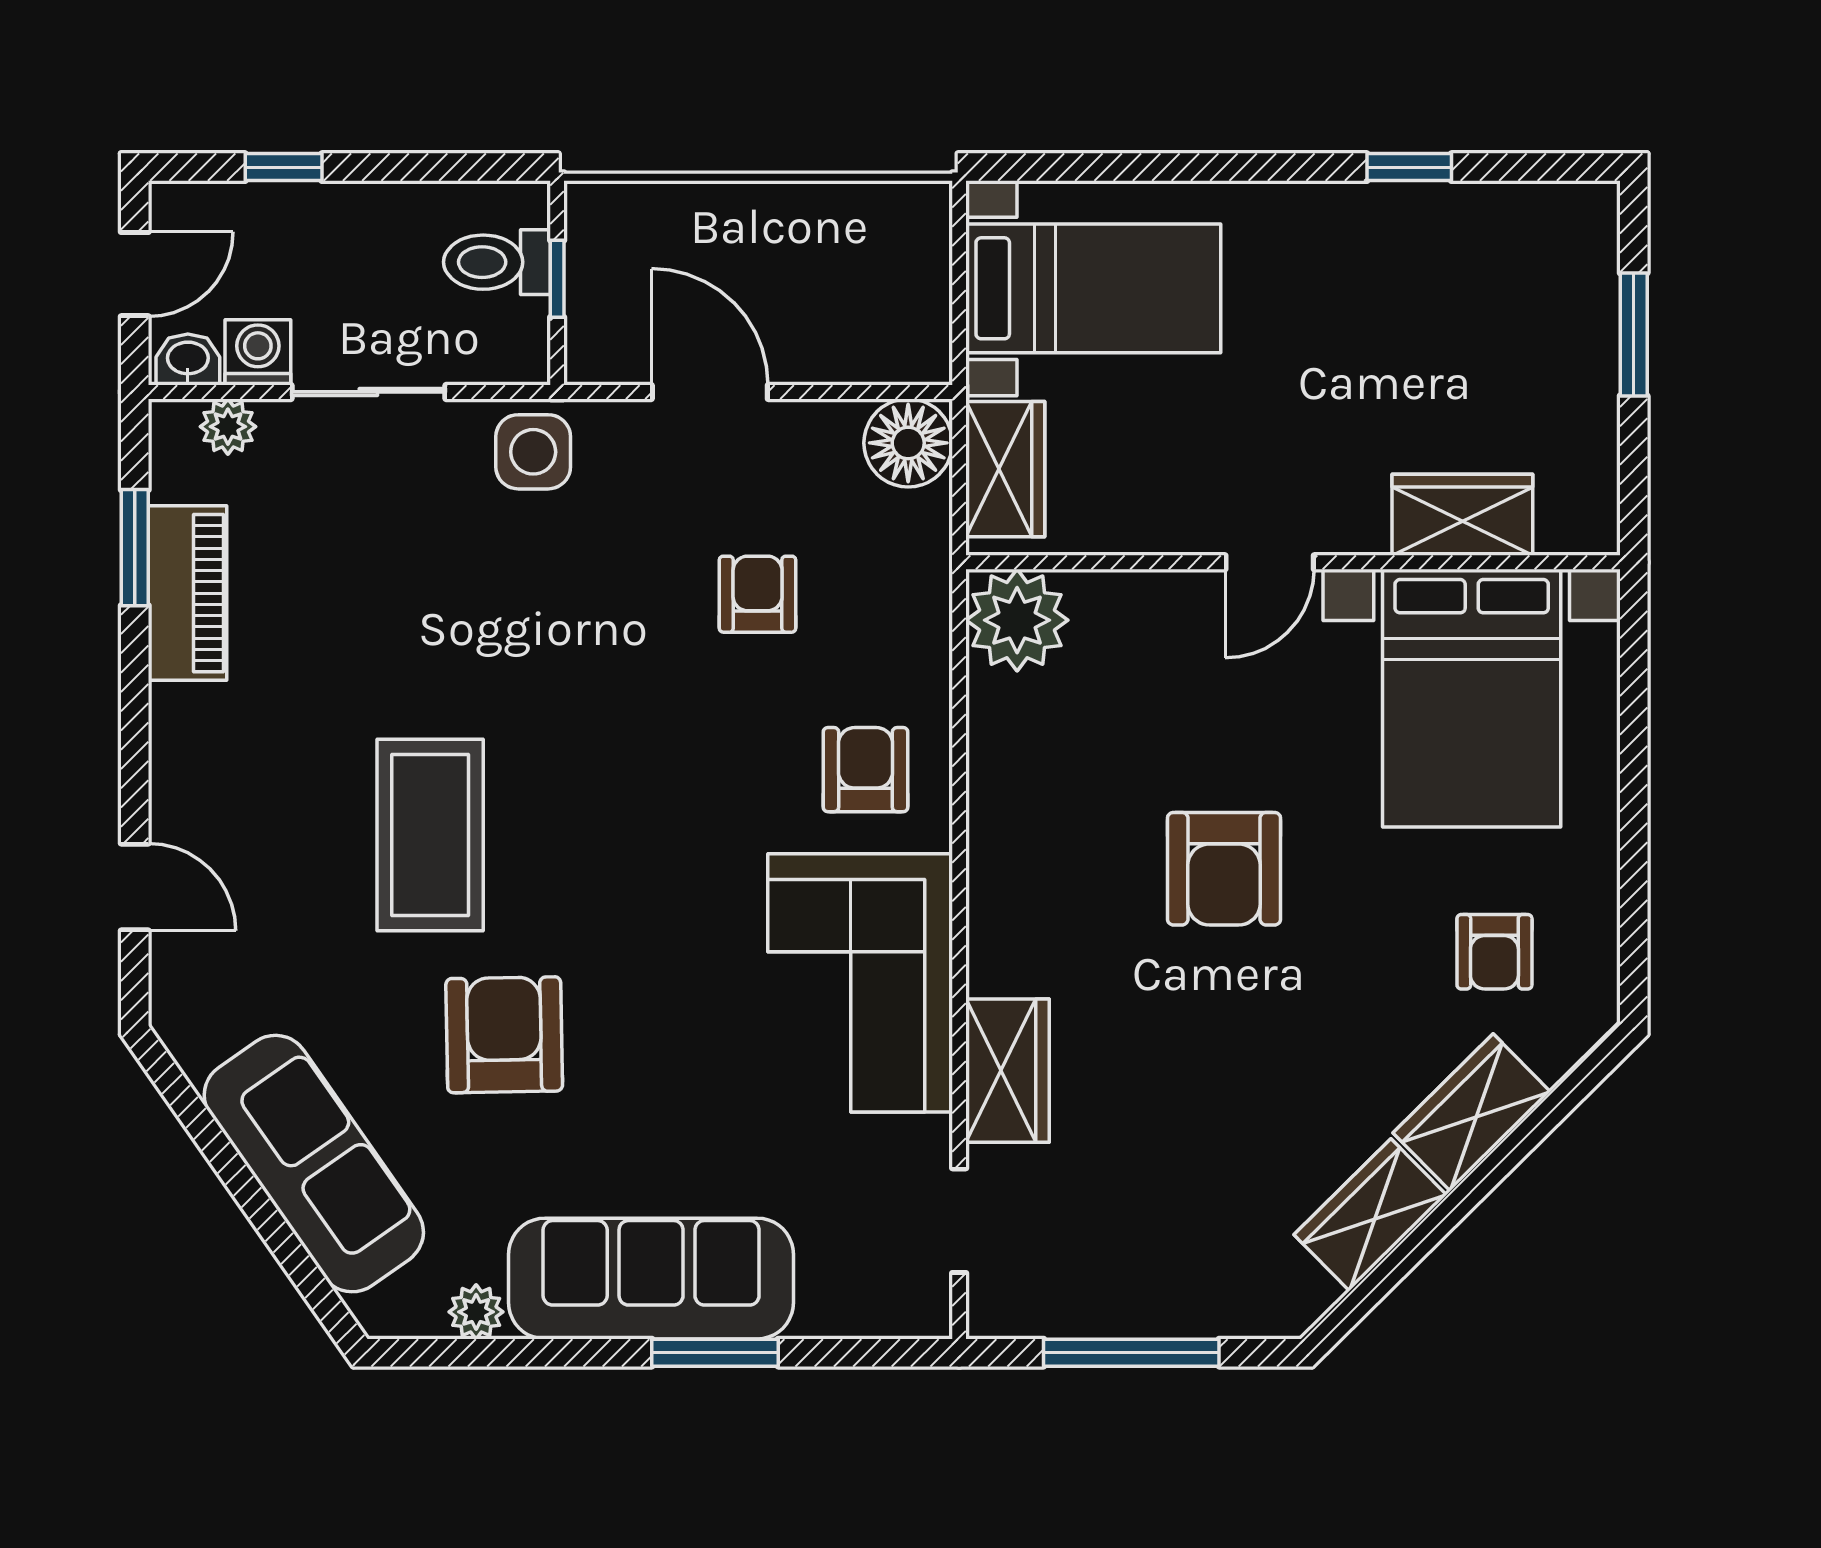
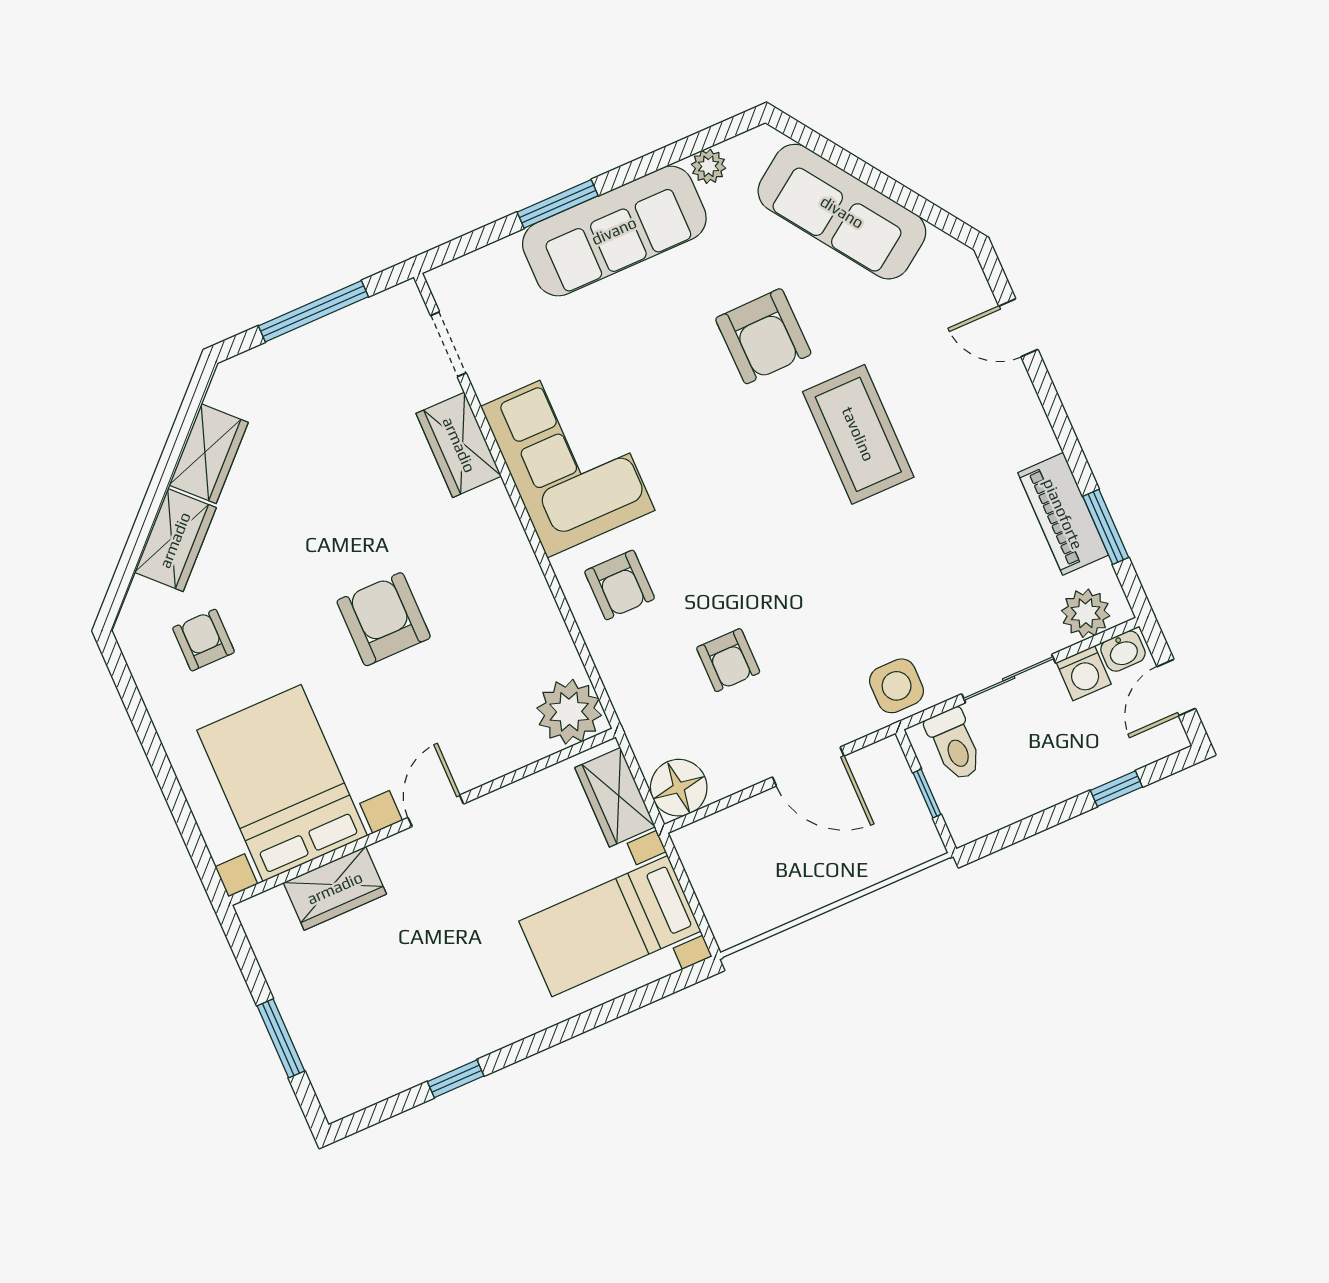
toilet: (497, 262) -> (954, 744), moved, turned 90
plant: (228, 427) -> (1086, 613), width x1.38, depth x1.38

